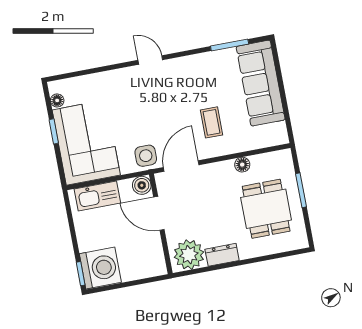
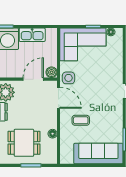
kitchen sink: (97, 196) -> (32, 35), moved, turned -90

